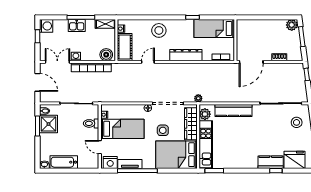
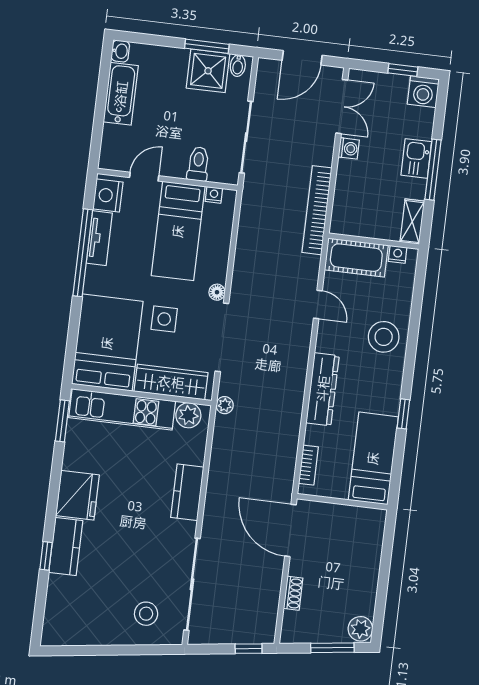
boiler: (106, 55) -> (345, 215), removed
bookcase: (91, 67) -> (317, 210), moved
kitchen counter: (233, 110) -> (187, 492), width x0.67
fridge: (294, 160) -> (77, 495), moved

